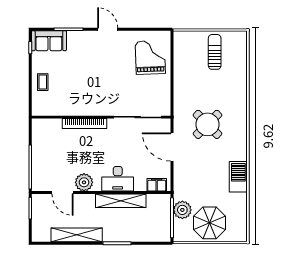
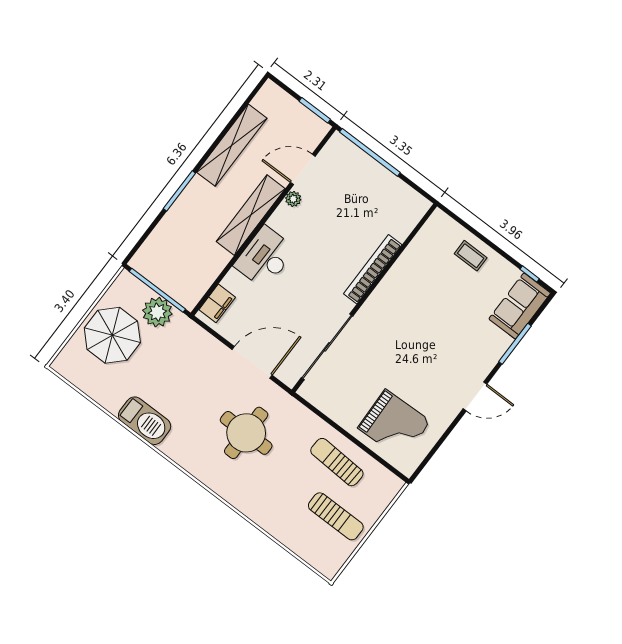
sun lounger: (189, 71) -> (337, 462), added
round table: (207, 124) -> (246, 433), turned 45
plant: (84, 182) -> (293, 199), width x0.53, depth x0.53
shelving: (121, 201) -> (251, 215), moved

